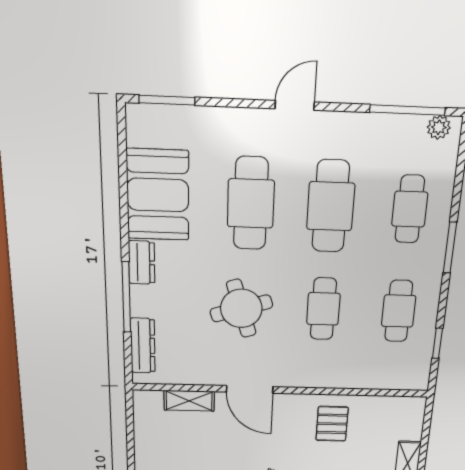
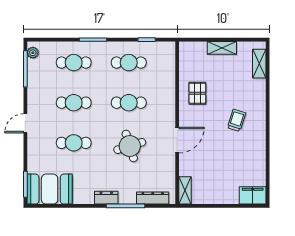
door: (295, 105) -> (25, 123), hinge flipped
booth: (158, 195) -> (50, 189), moved
cafe table: (251, 204) -> (74, 143), width x0.73, depth x0.74
cafe table: (331, 206) -> (74, 103), width x0.73, depth x0.74
shelving: (189, 401) -> (185, 190), moved
pallet: (332, 424) -> (197, 93), turned 90

